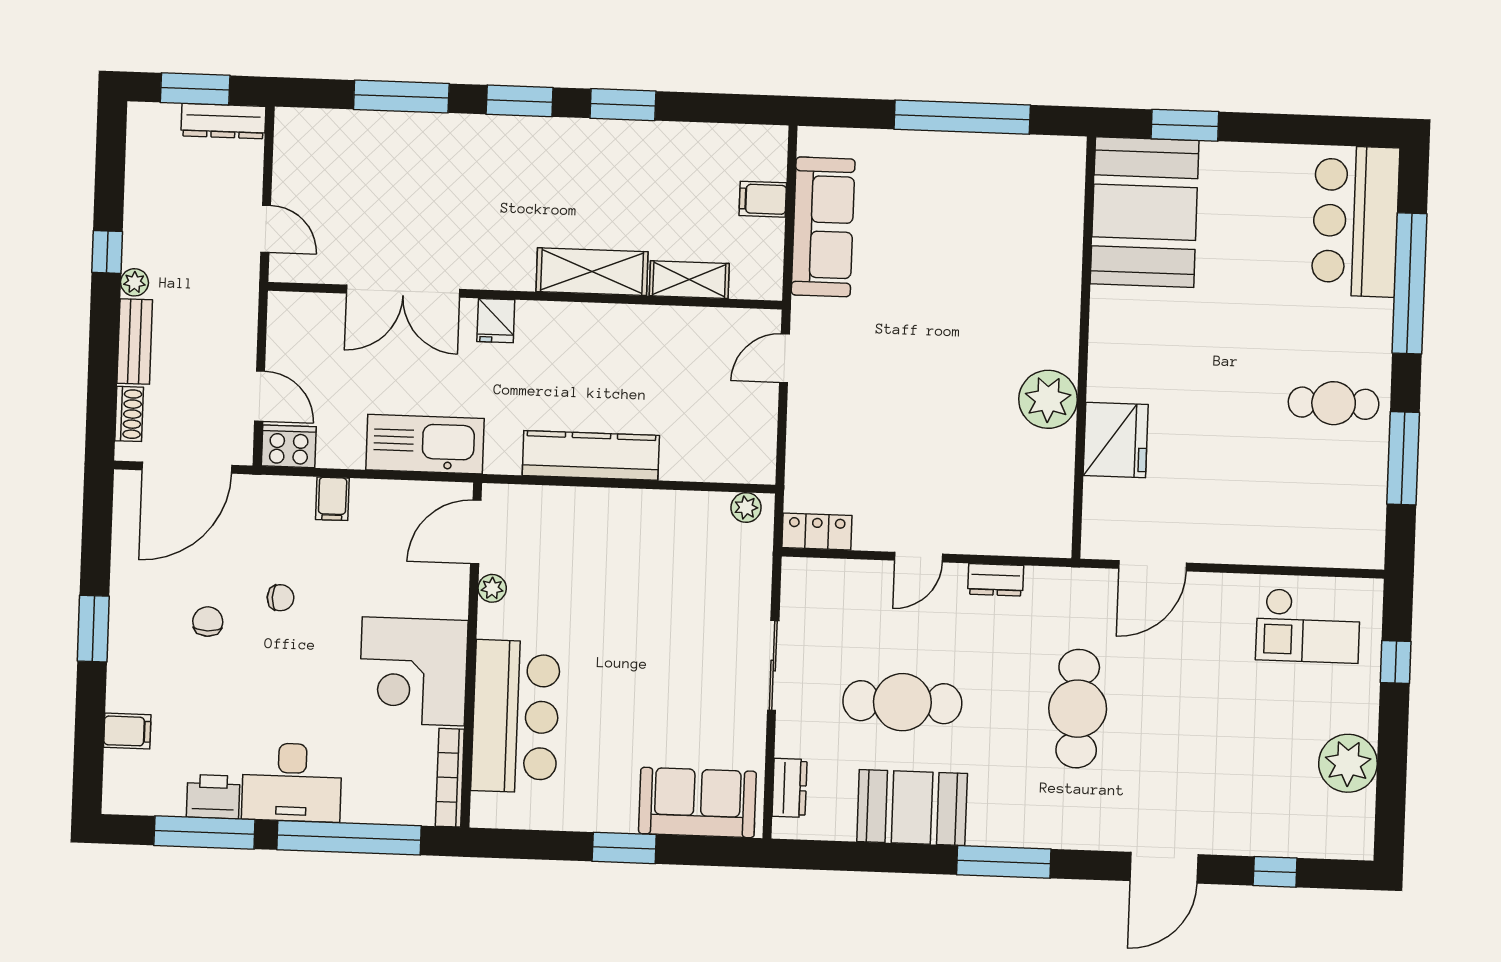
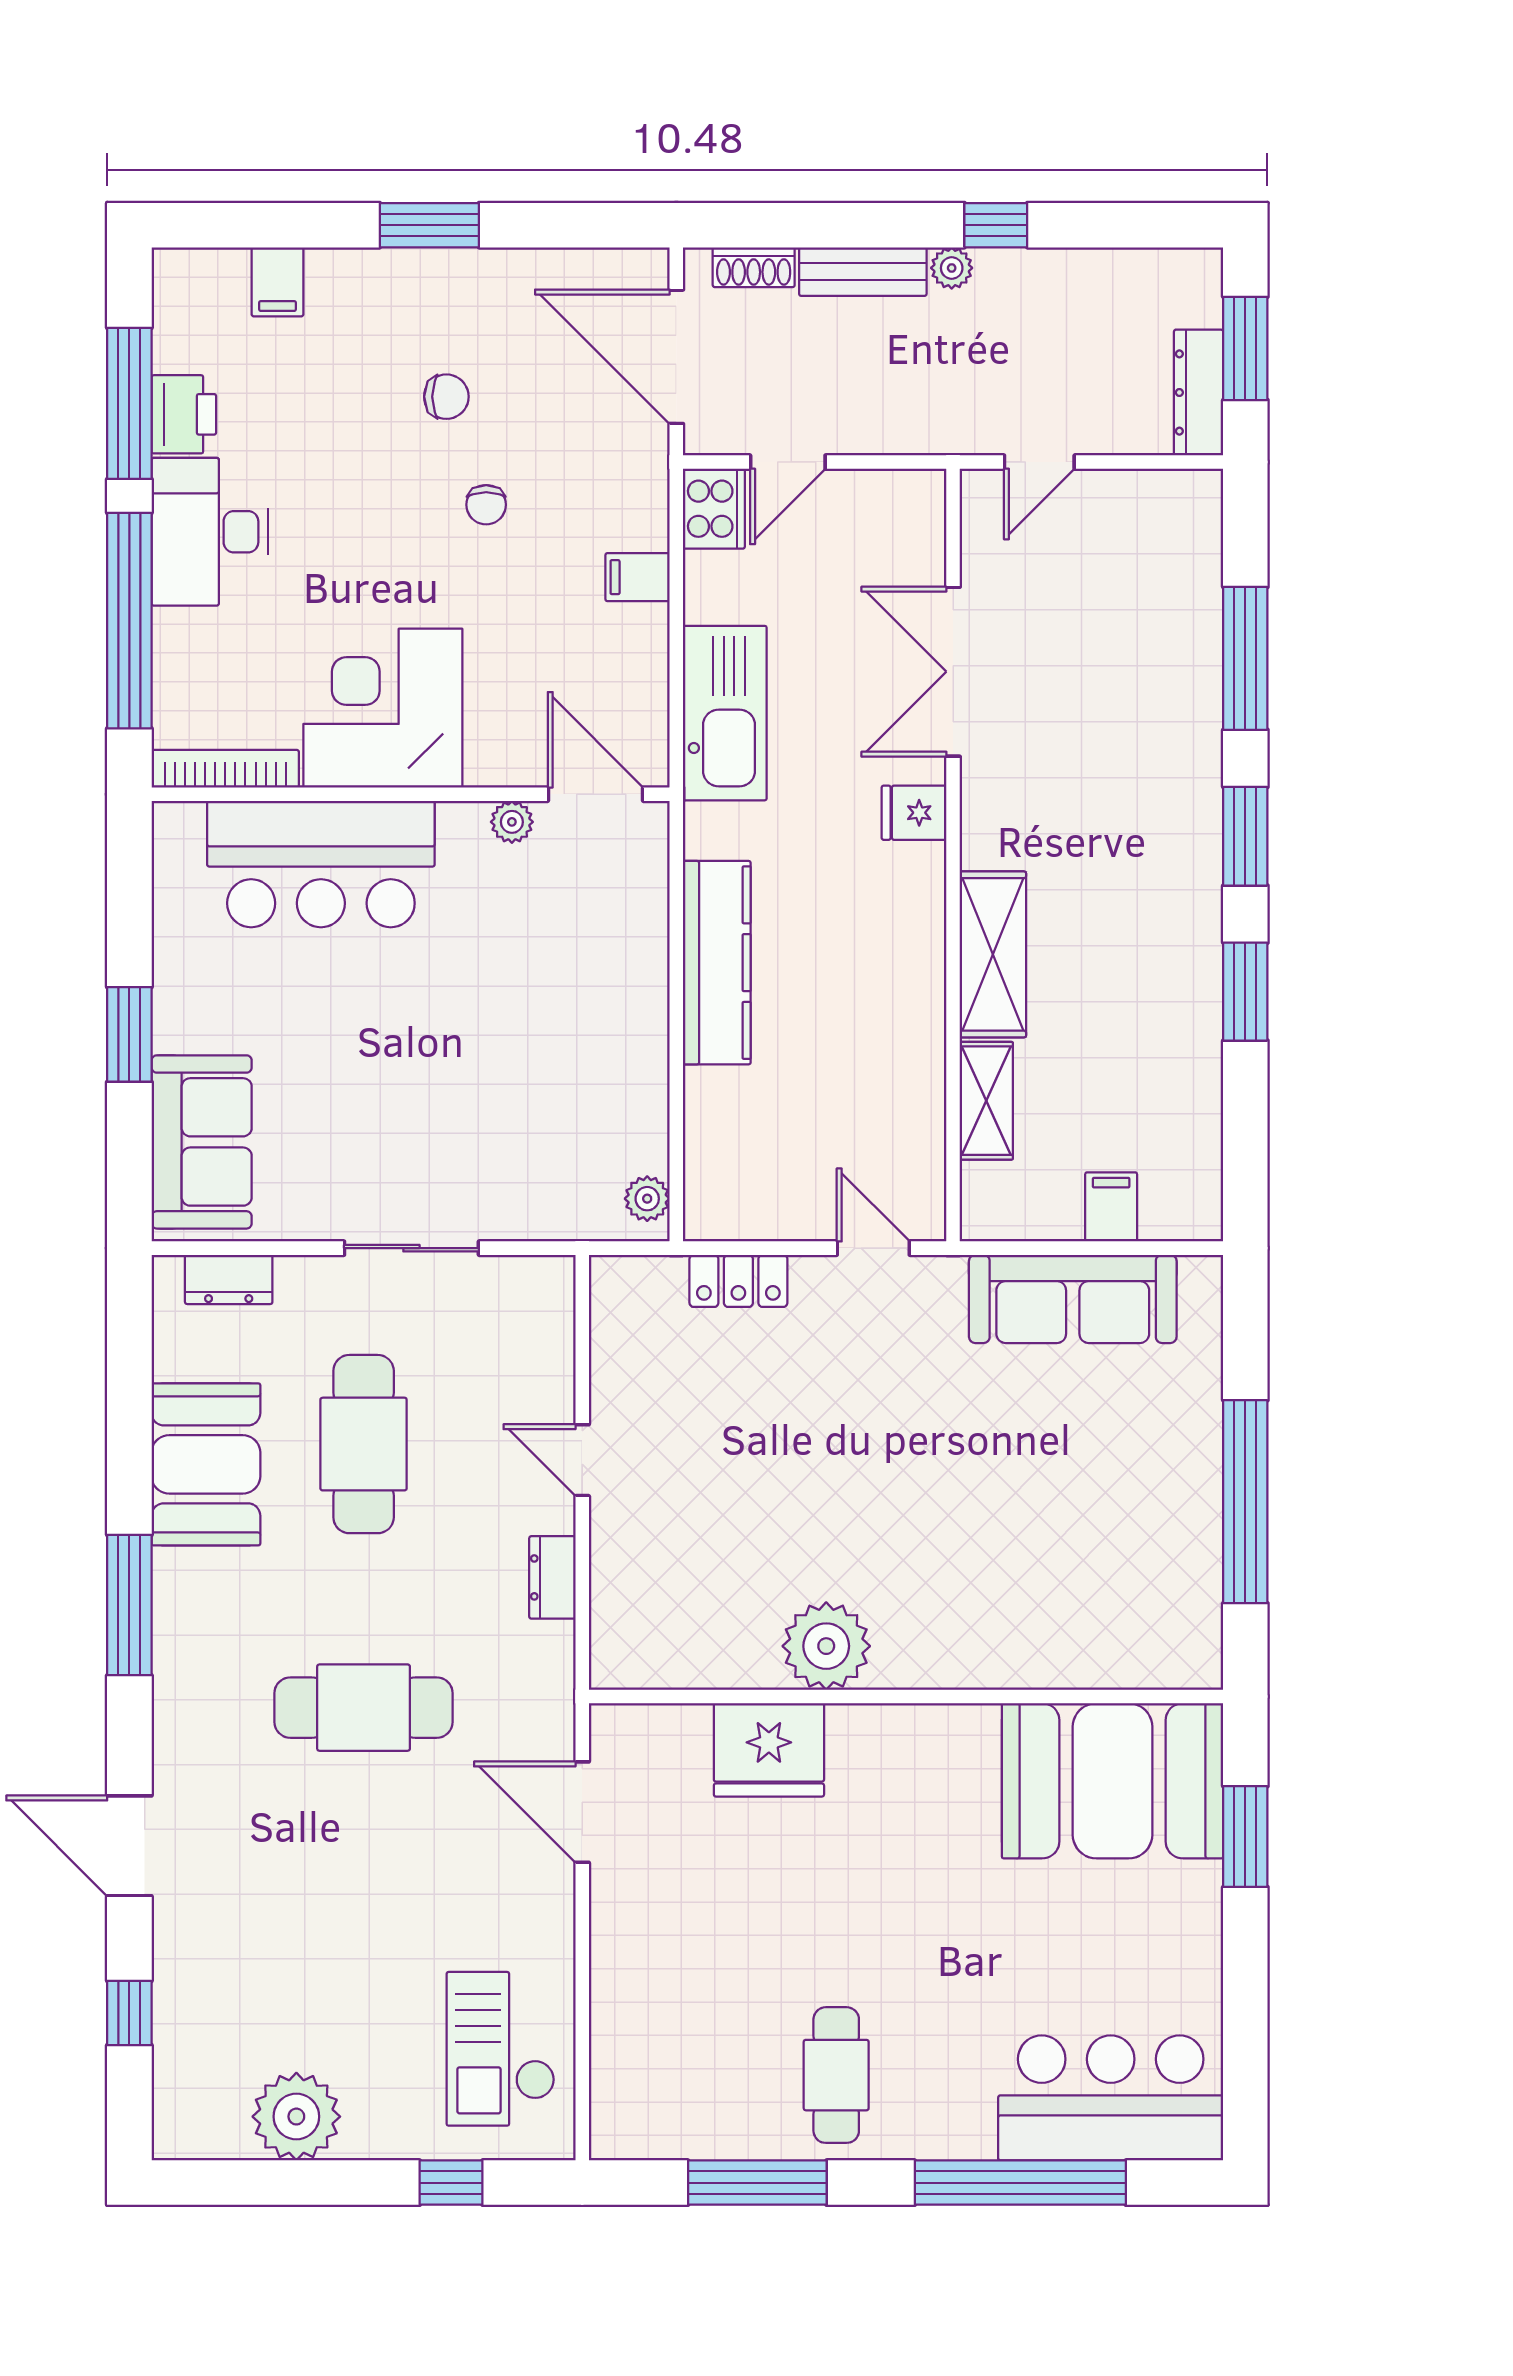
locker: (817, 532) -> (738, 1281), moved, turned 90

